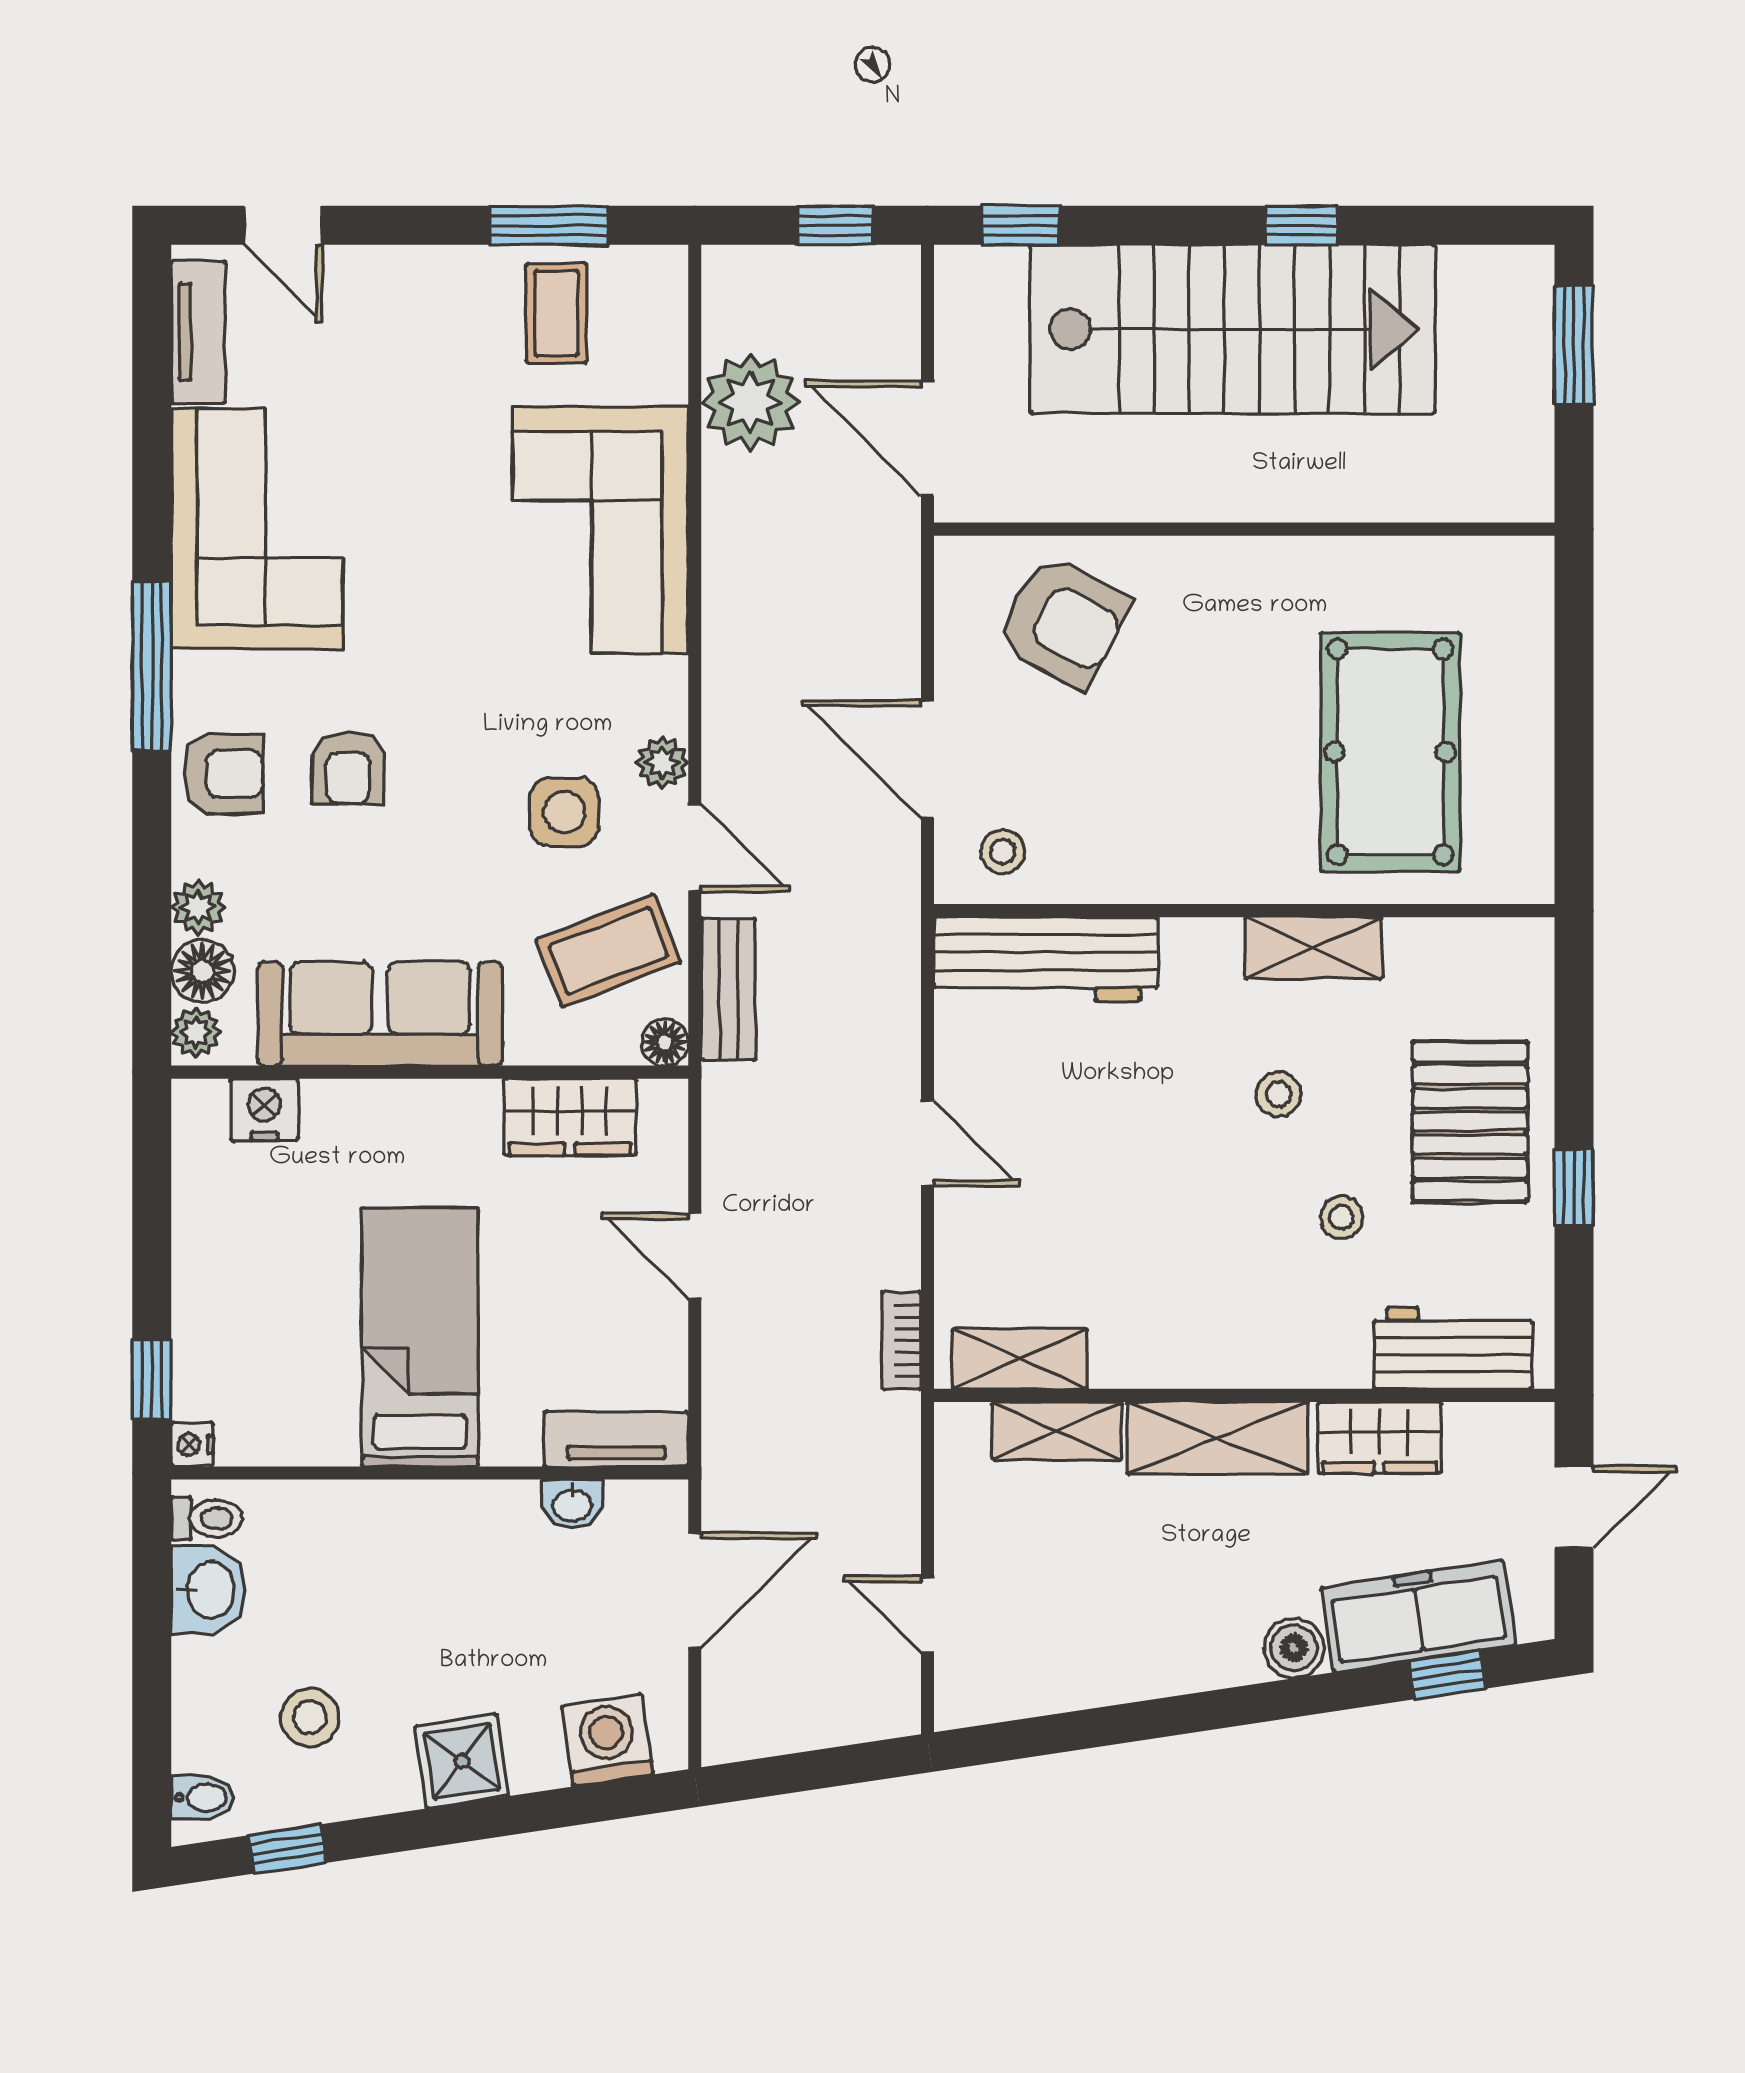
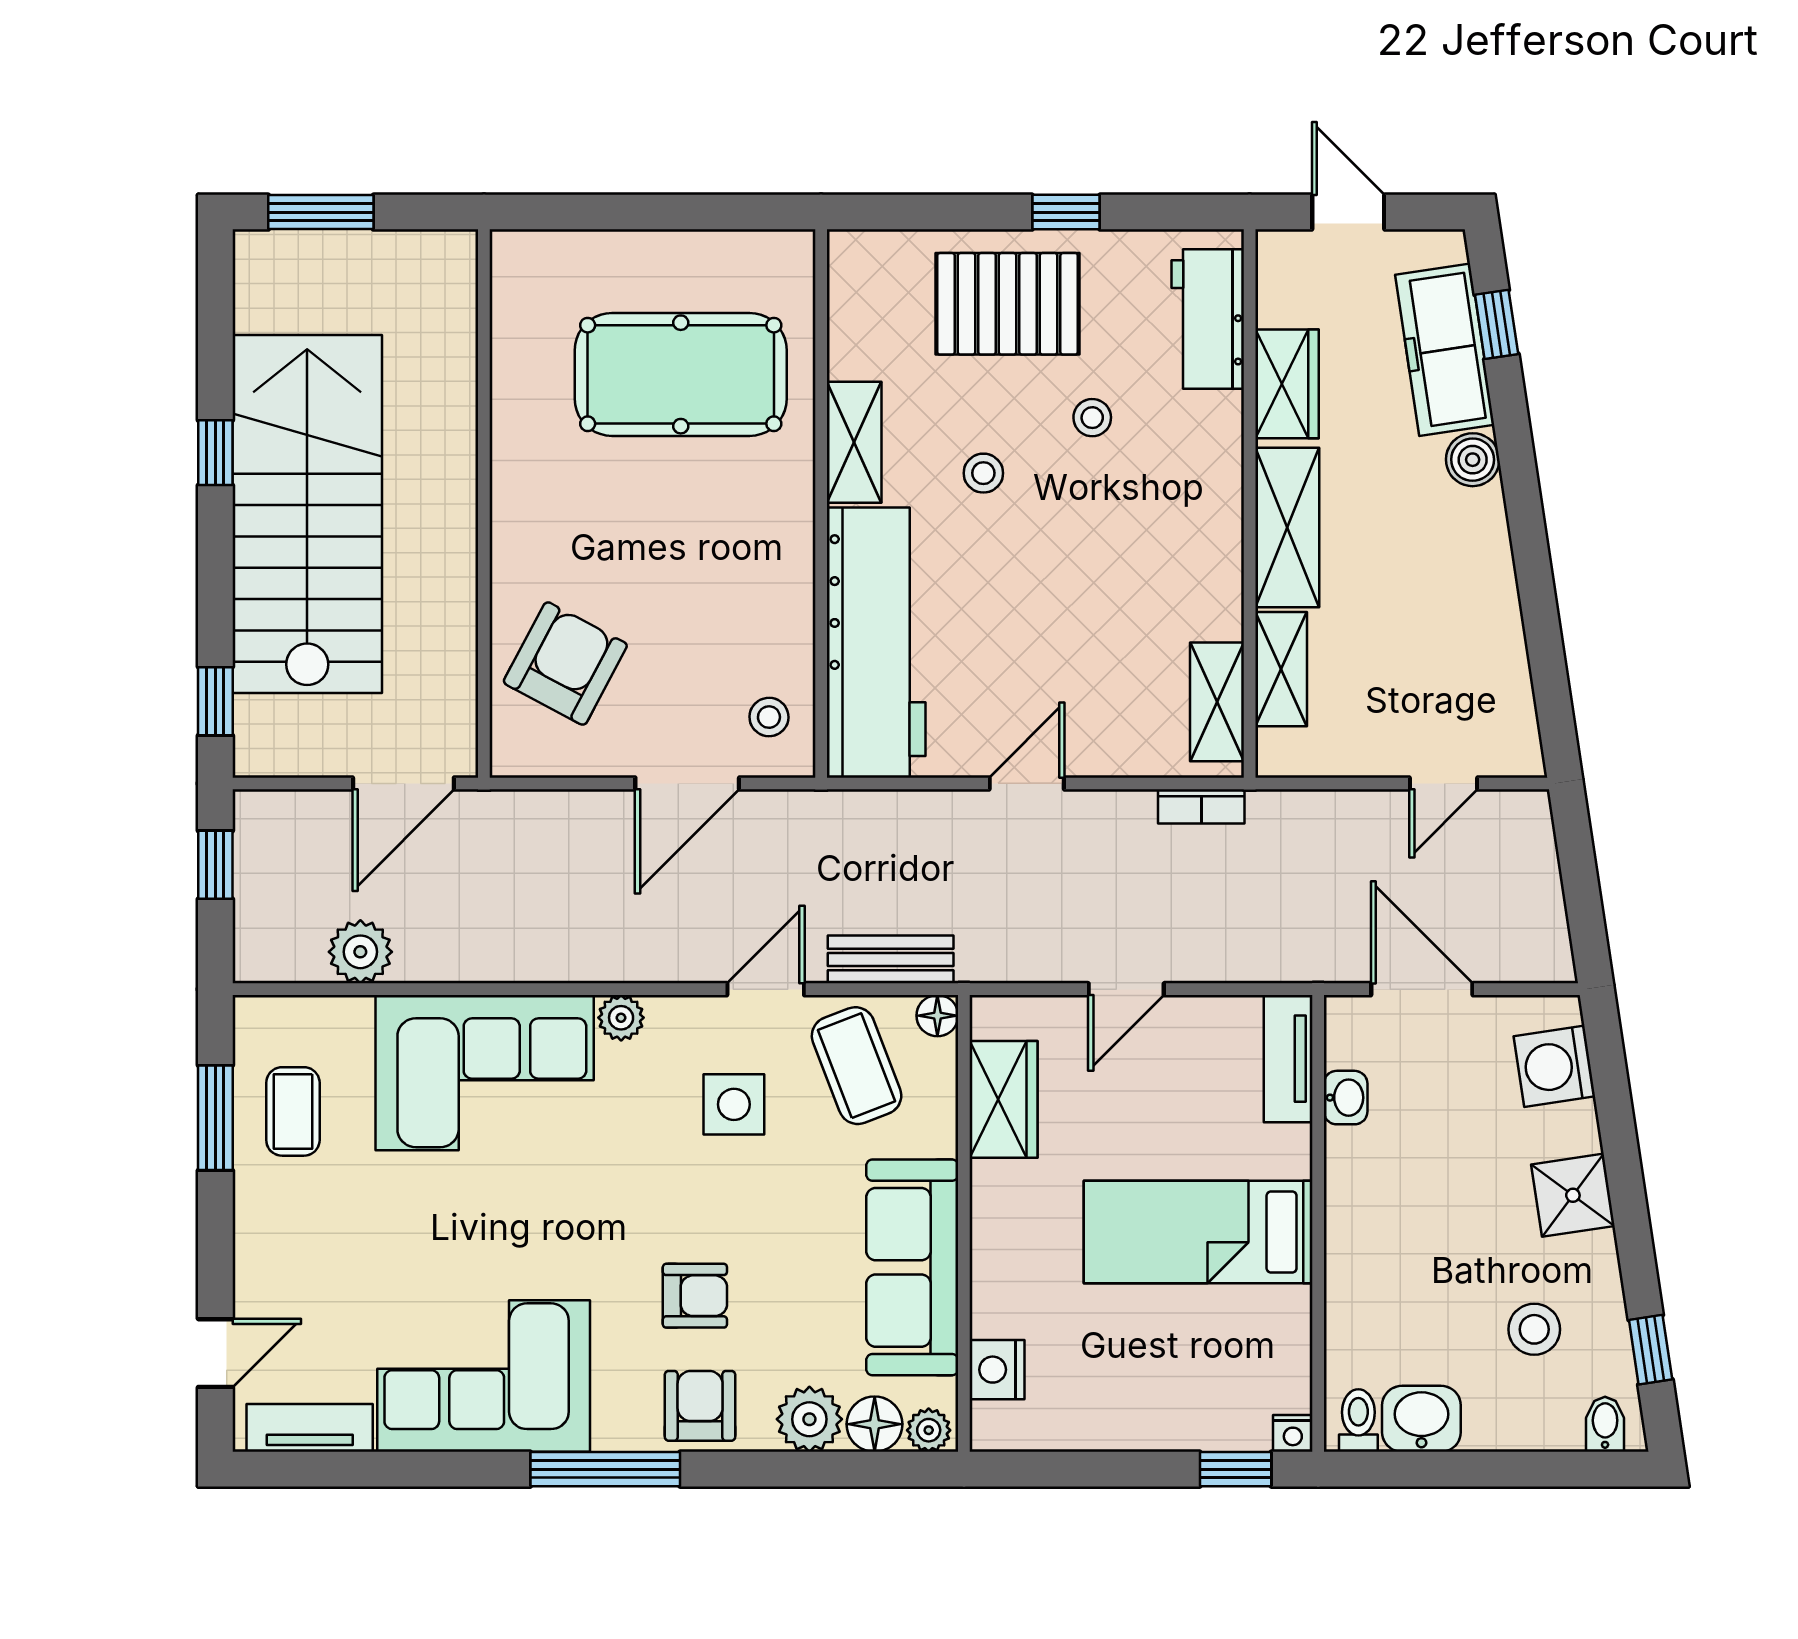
coffee table: (556, 313) -> (293, 1111), turned 90
plant: (750, 402) -> (360, 952), width x0.73, depth x0.73
plant: (662, 763) -> (621, 1018), moved
plant: (198, 908) -> (809, 1419), width x1.38, depth x1.38
workbench: (1046, 959) -> (876, 643), width x1.36, depth x1.32

